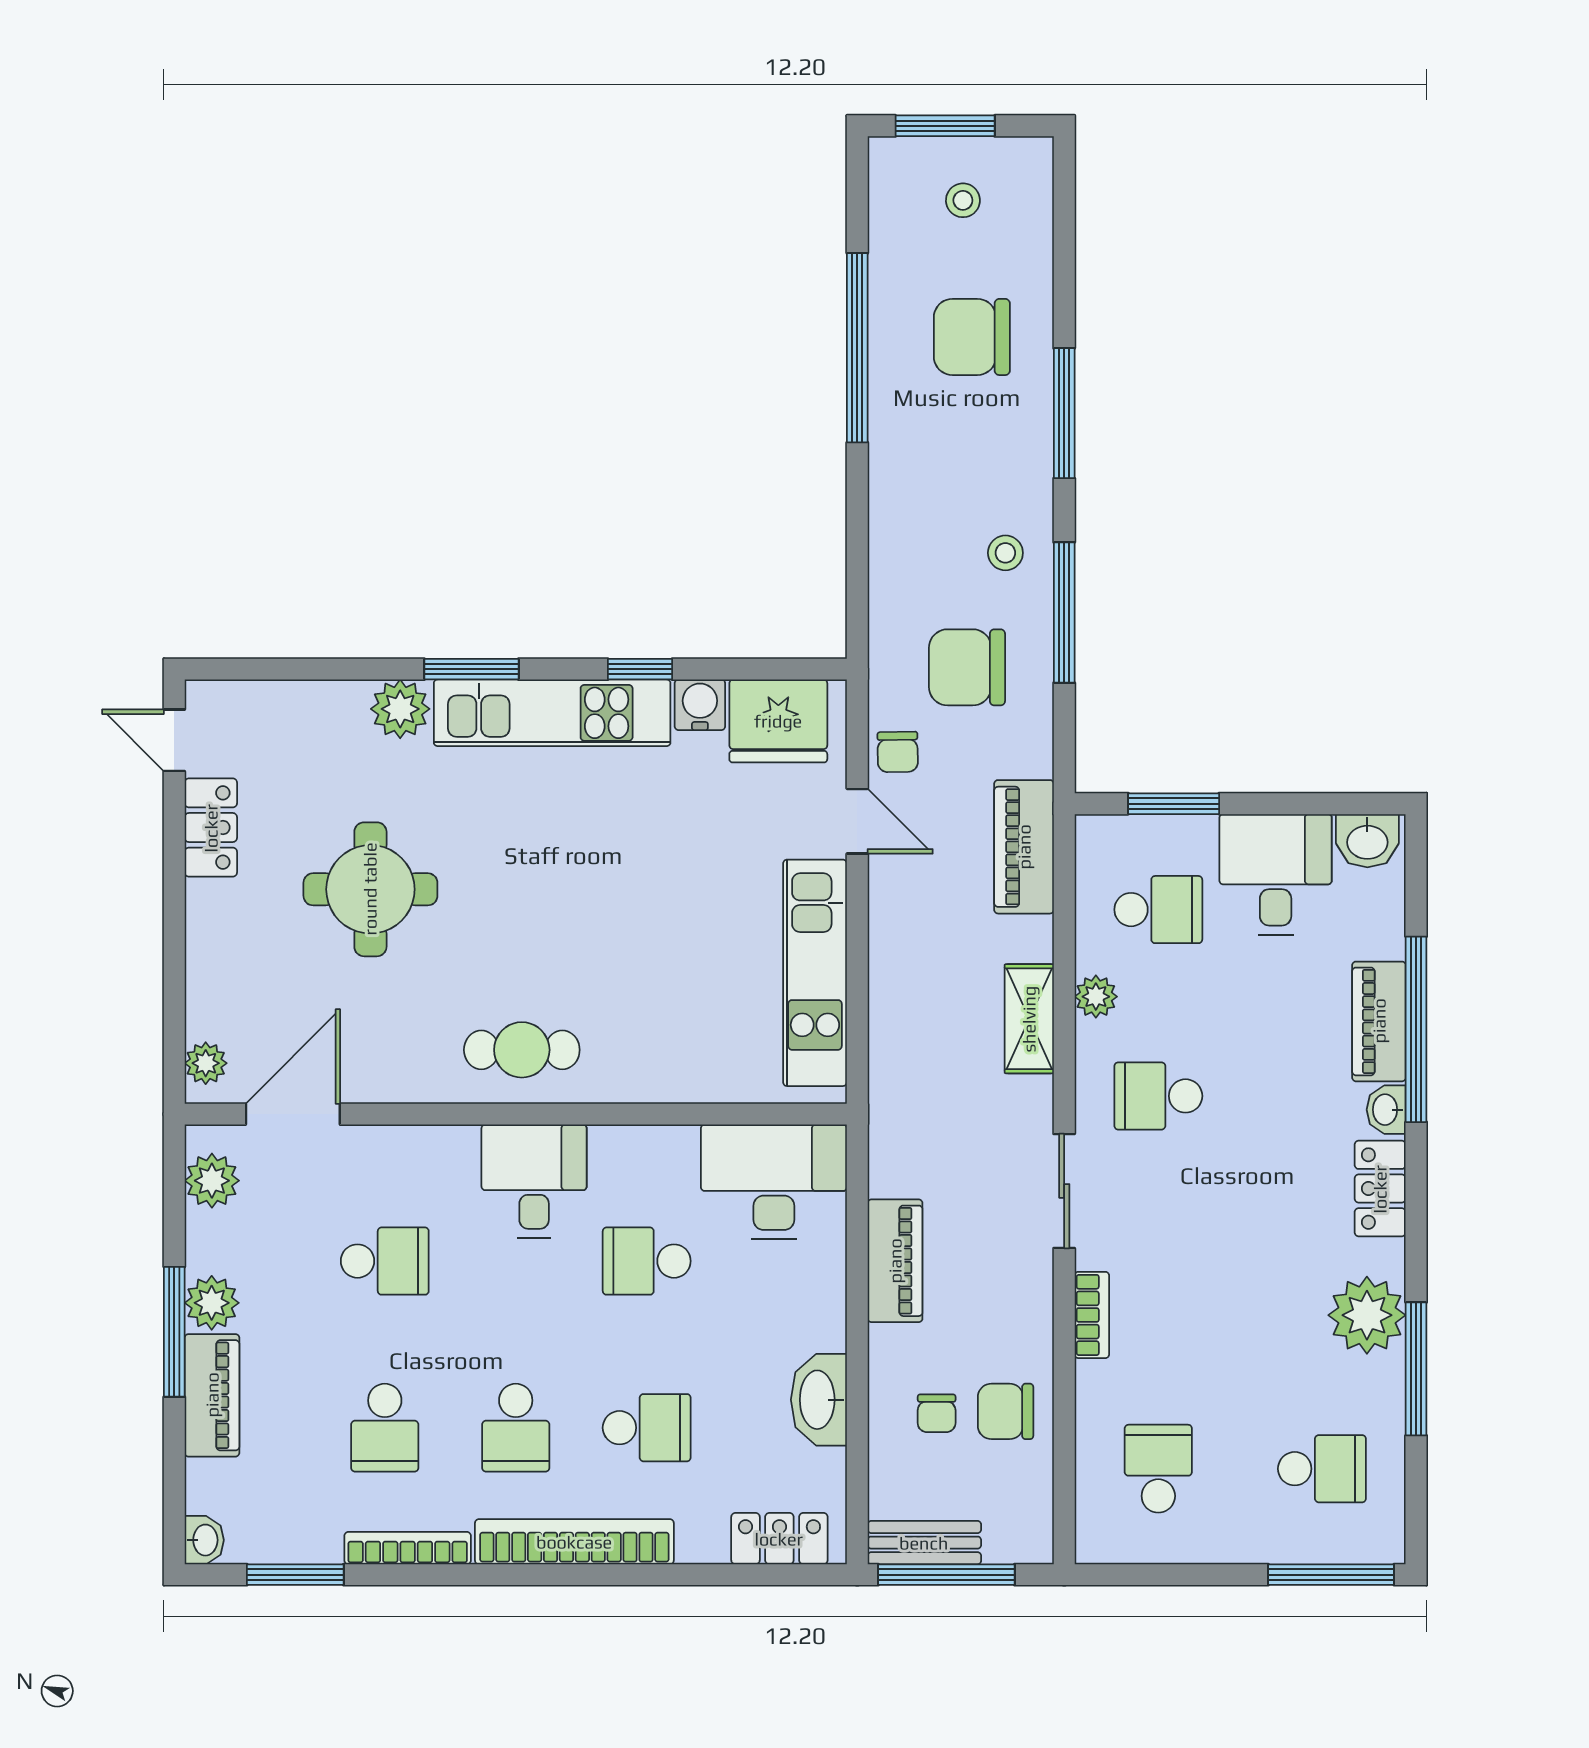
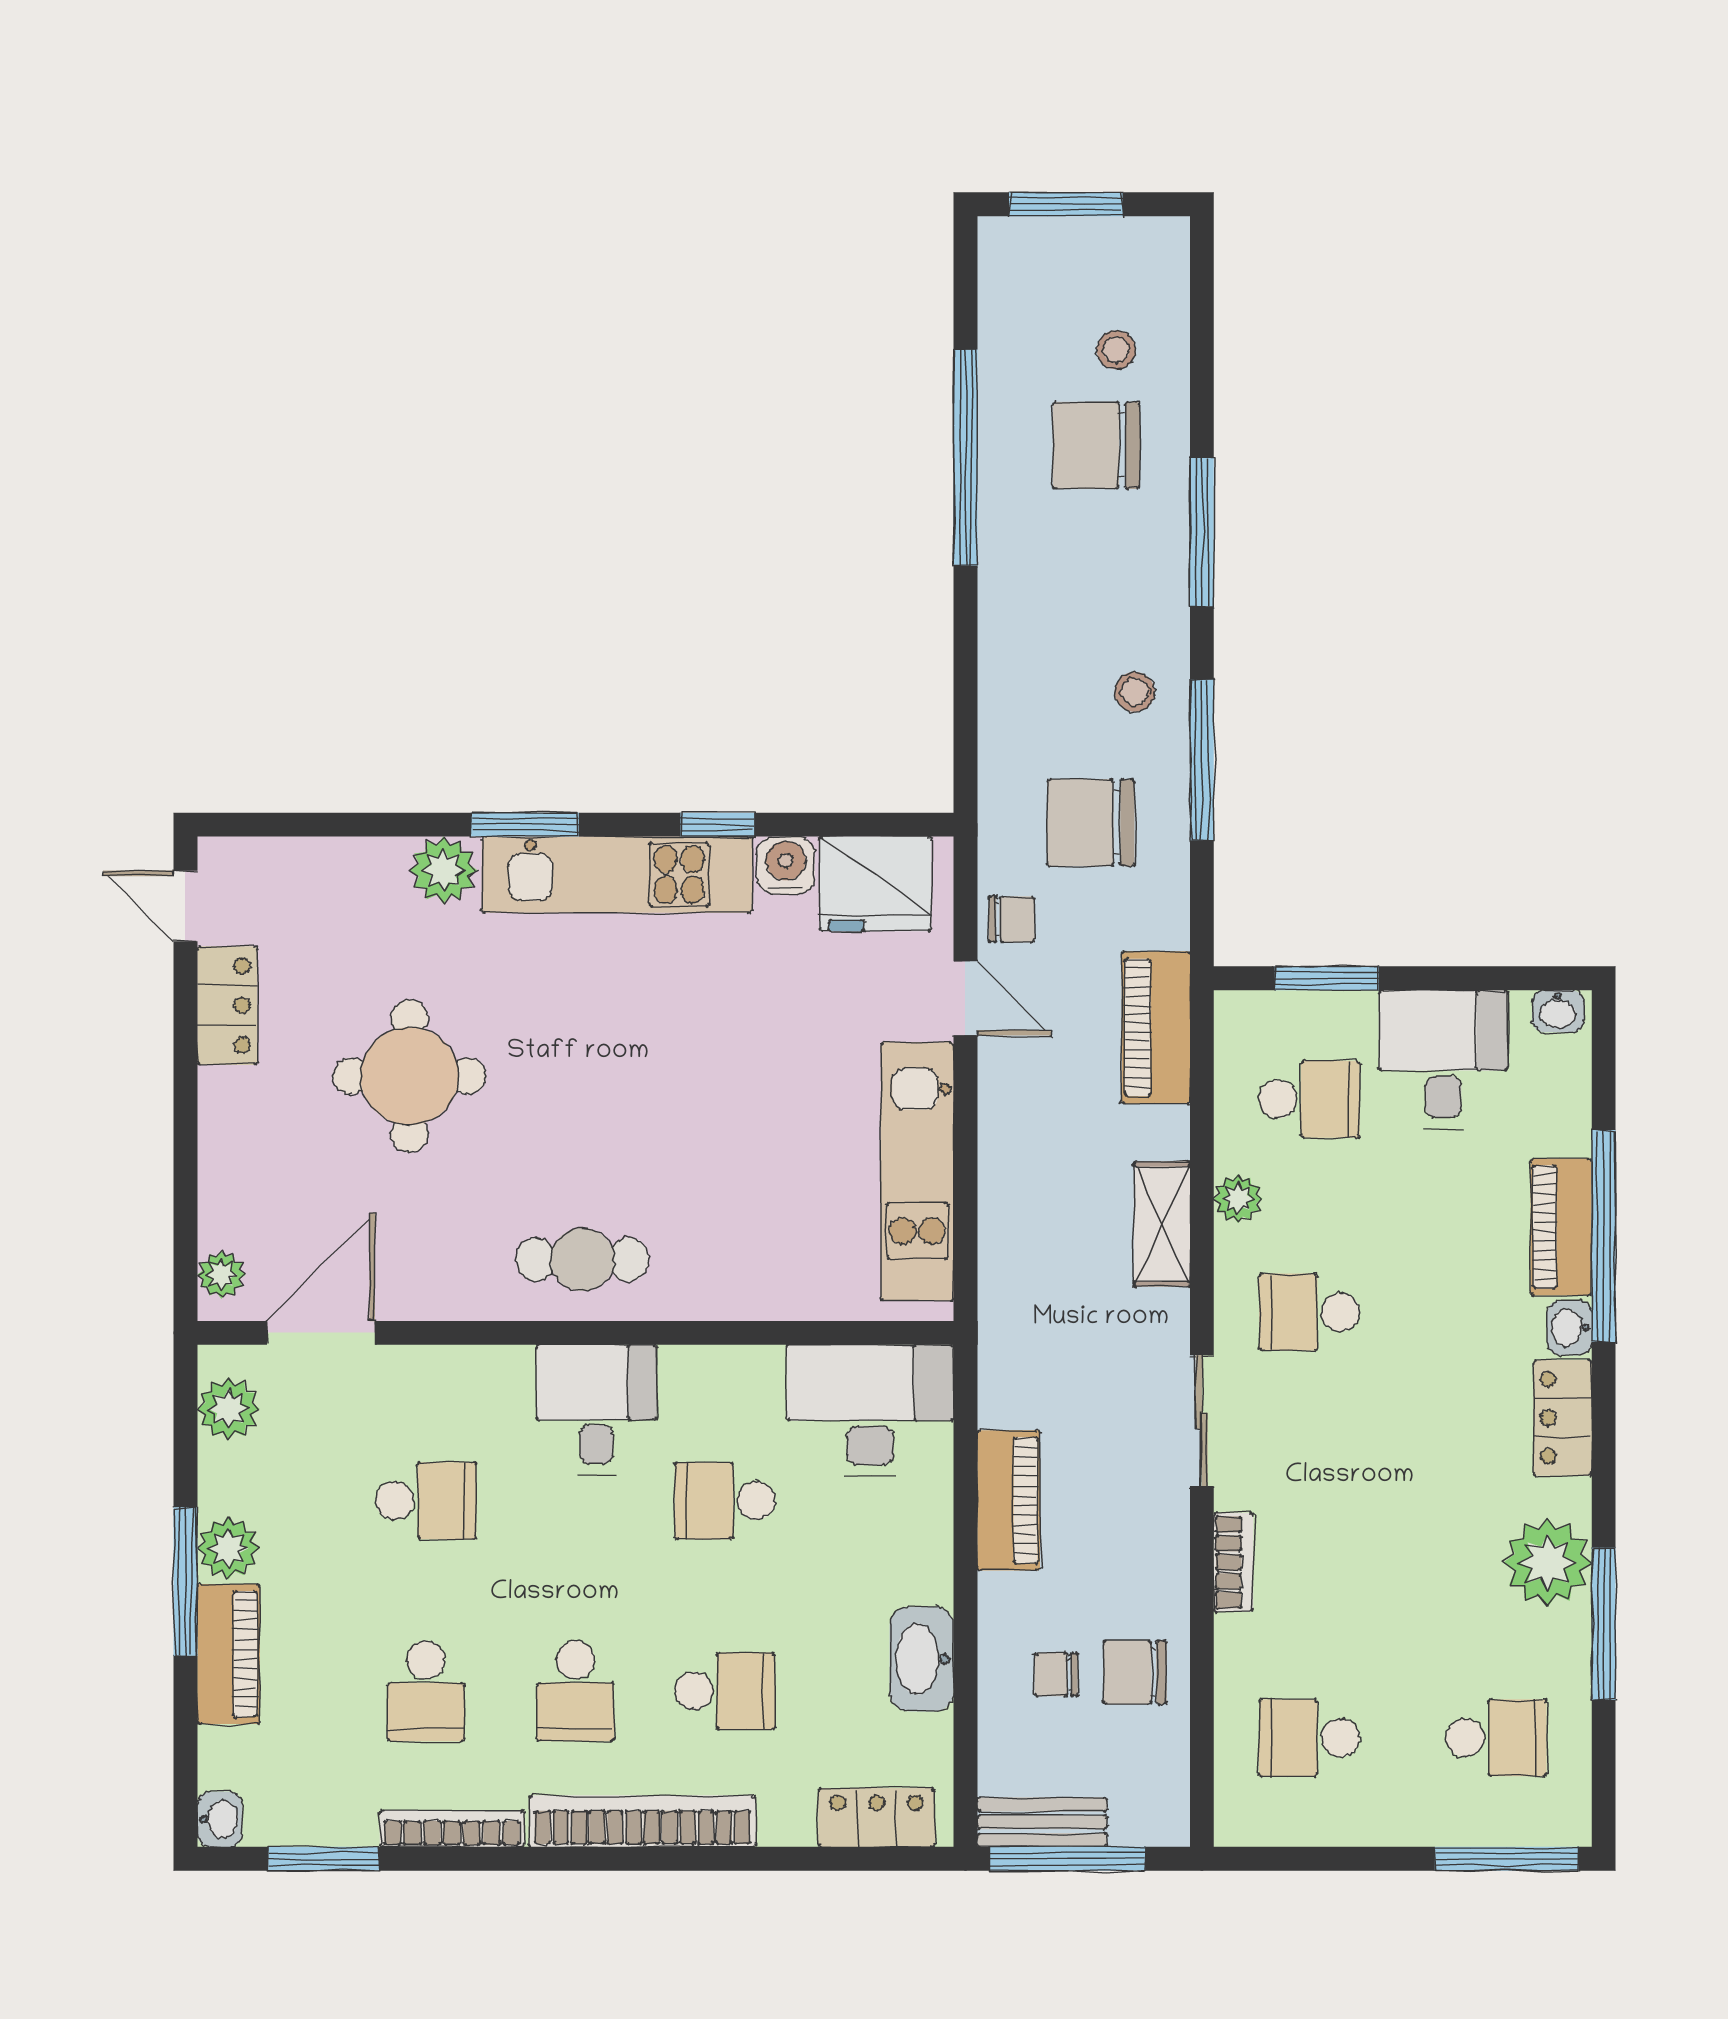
stool: (963, 200) -> (1116, 350), moved
chair: (898, 752) -> (1012, 919), turned -89
washbasin: (1367, 841) -> (1558, 1011), width x0.72, depth x0.69
chair: (937, 1413) -> (1056, 1675), turned 90
school desk: (1158, 1469) -> (1309, 1738), turned -90

